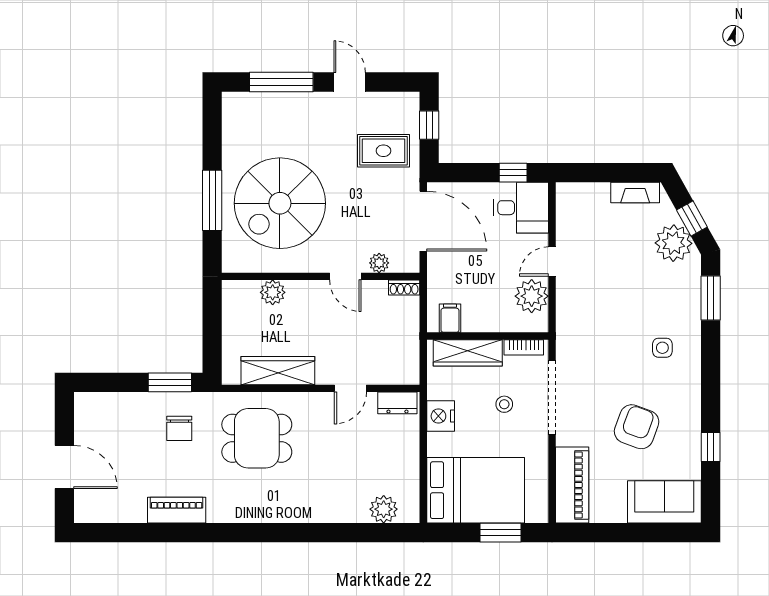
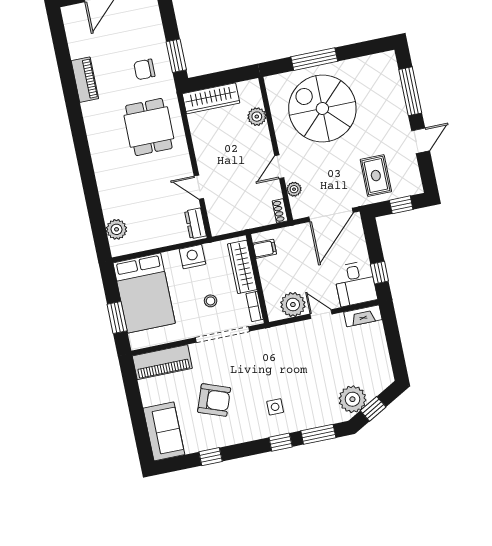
fireplace: (635, 193) -> (363, 316), moved, turned -90
window: (711, 350) -> (281, 442), added
wardrobe: (278, 371) -> (211, 98), moved, turned 90

